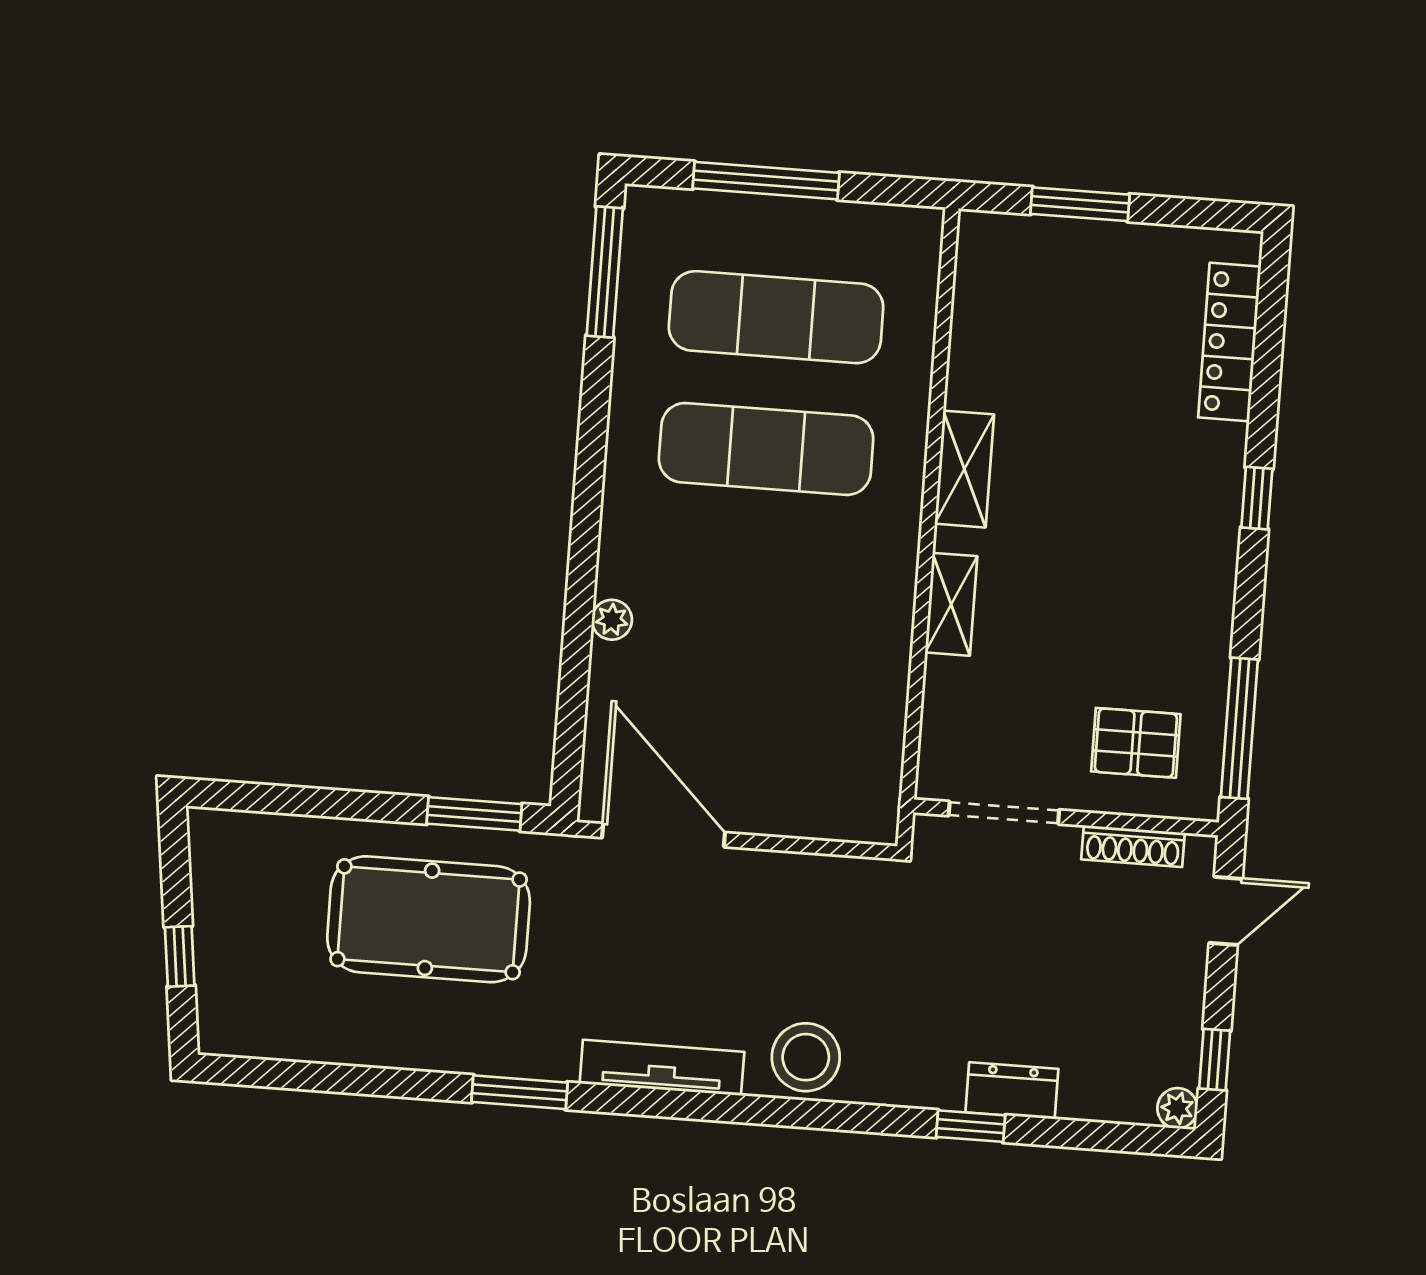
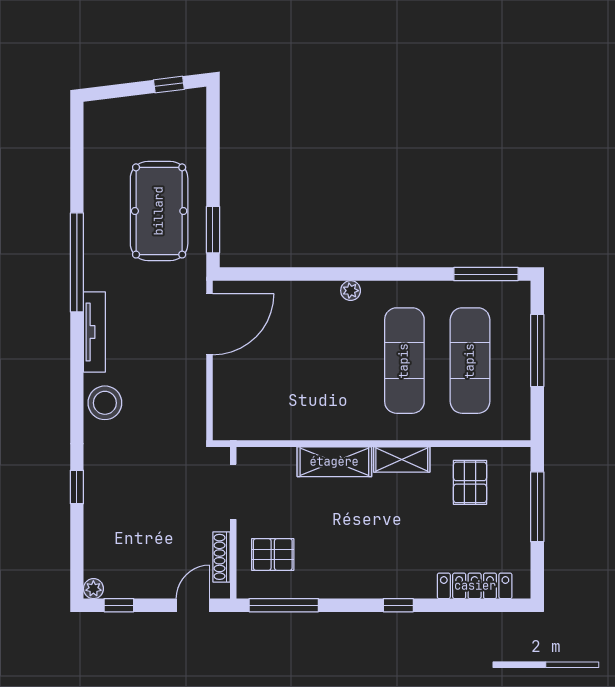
window: (1080, 204) -> (537, 507), width x1.44
pallet: (1021, 336) -> (470, 482), added
shelving: (951, 604) -> (334, 462), width x1.50, depth x1.33
plant: (612, 620) -> (351, 291), moved
pallet: (1136, 743) -> (273, 554), turned 90
door: (1226, 911) -> (193, 605), swing flipped
window: (180, 956) -> (169, 85), moved
dresser: (1012, 1091) -> (96, 506), removed
window: (519, 1092) -> (77, 262), width x2.11

